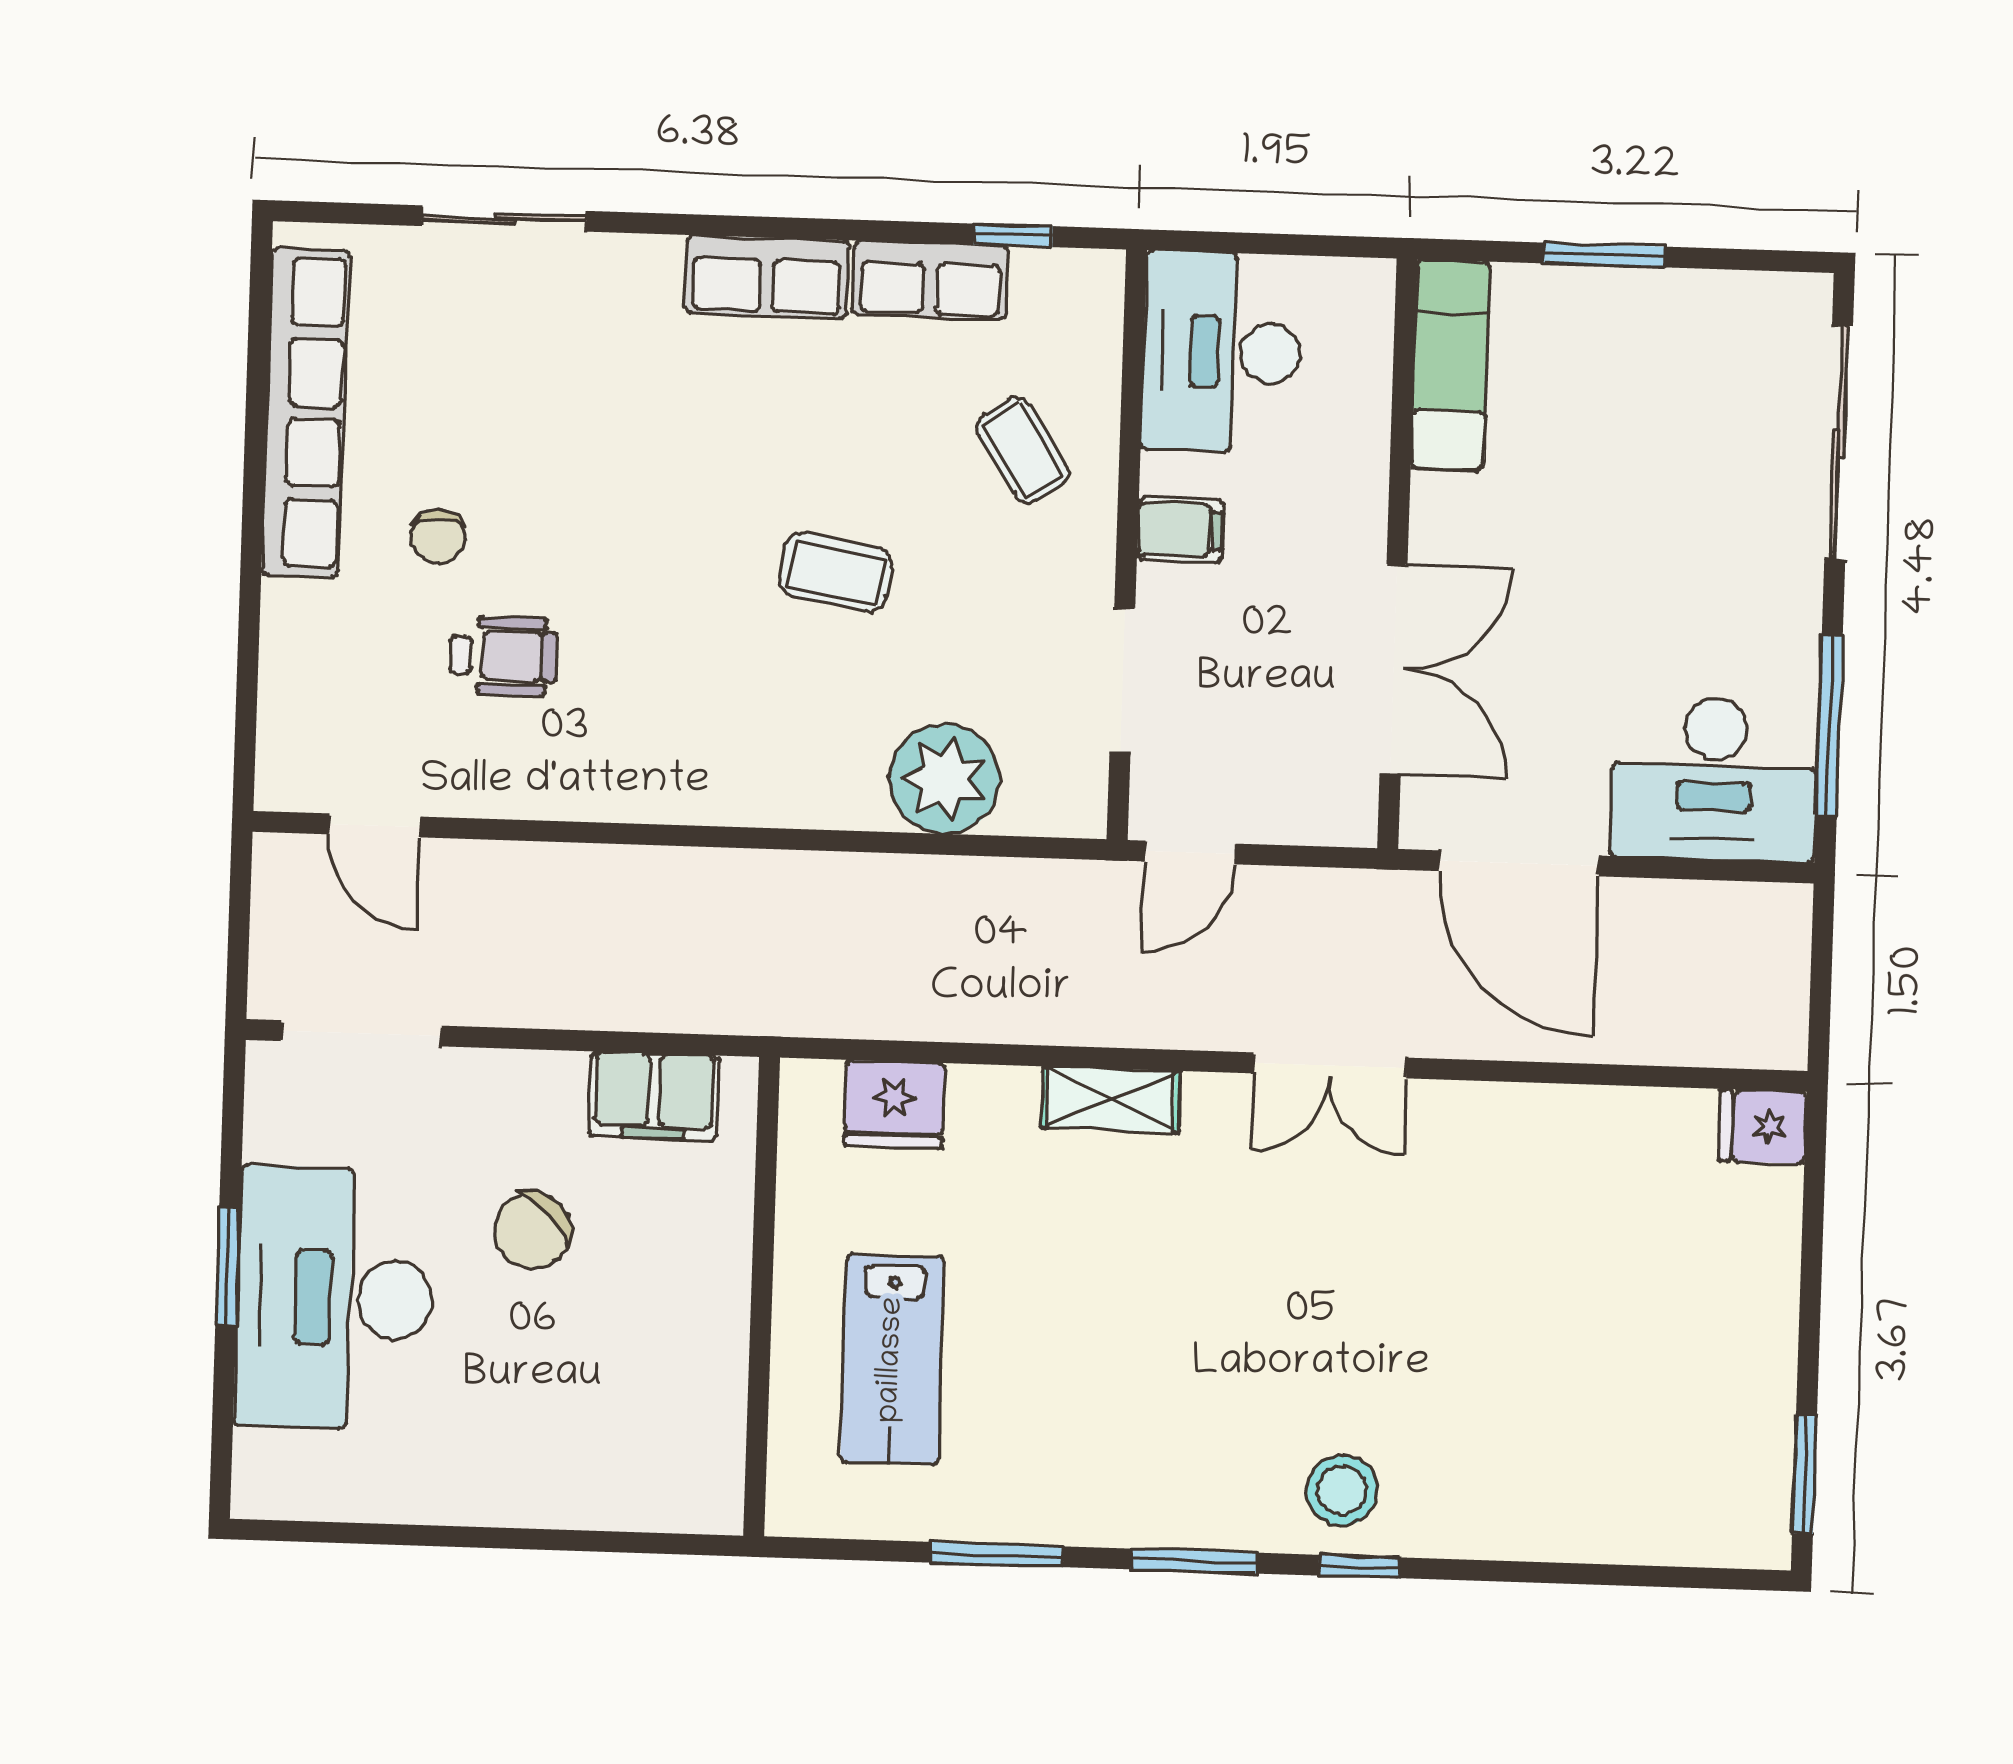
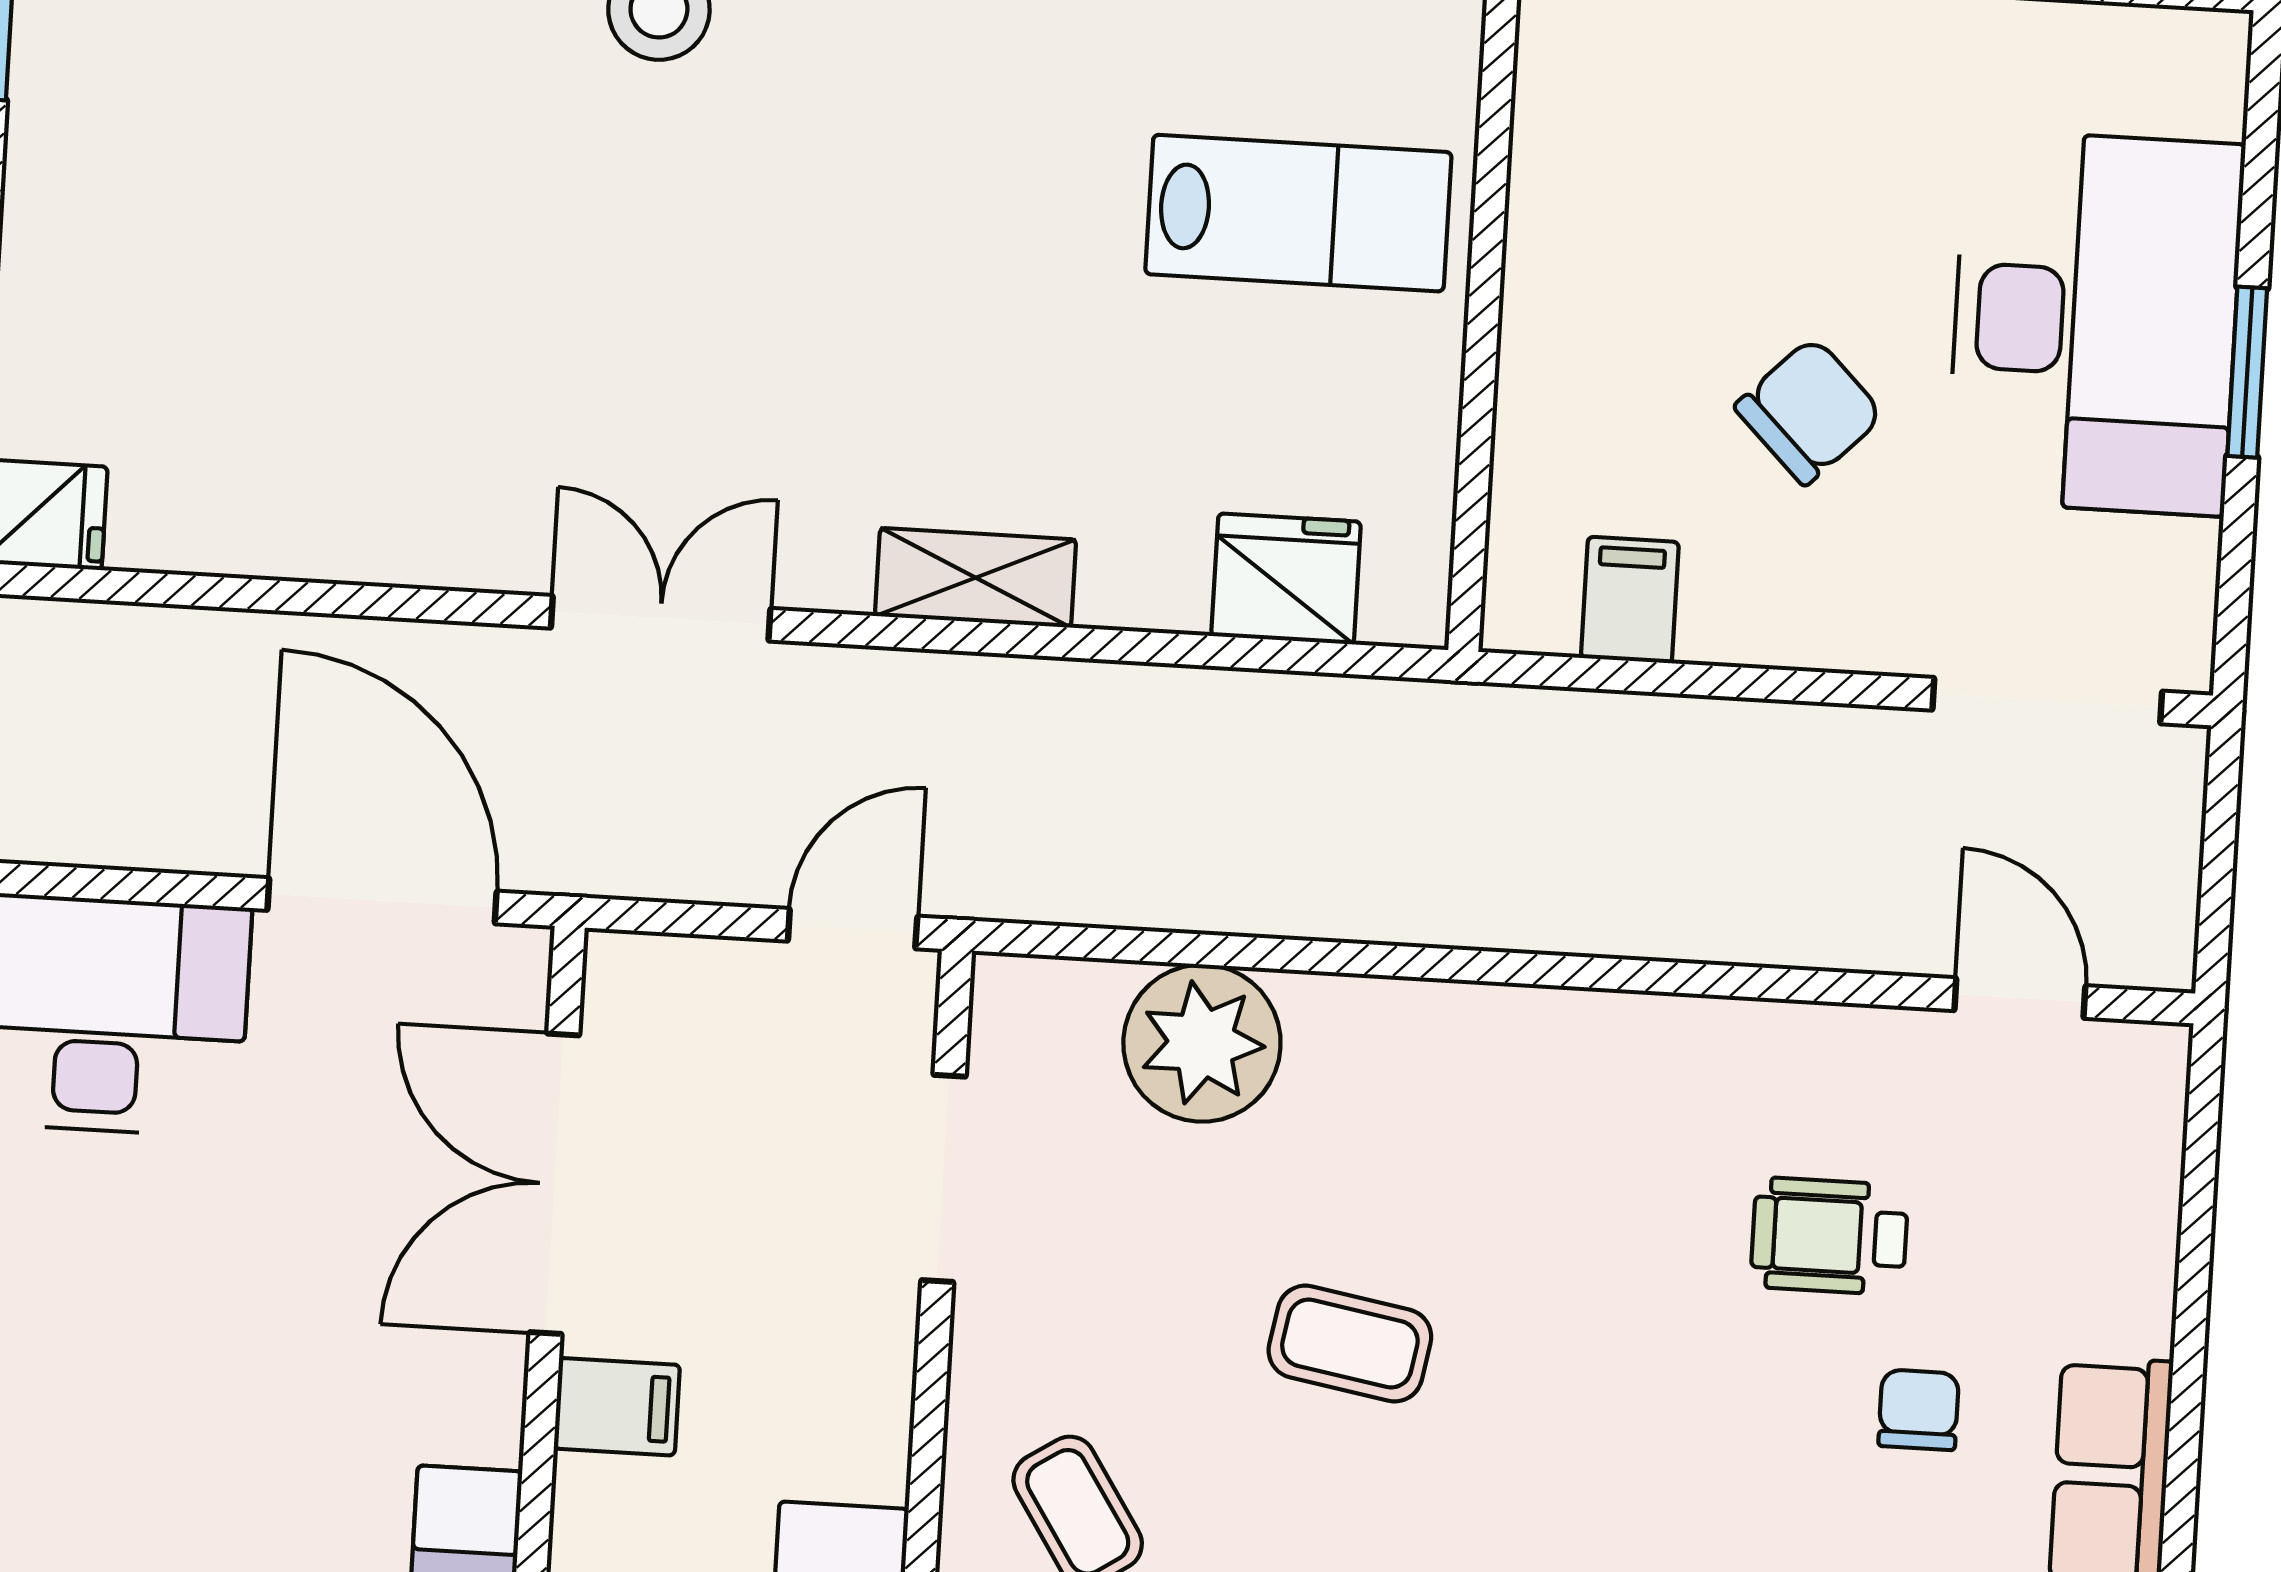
filing cabinet: (1180, 530) -> (617, 1407), moved, turned 180
filing cabinet: (654, 1096) -> (1630, 600), width x0.50
lab bench: (892, 1360) -> (1298, 213), turned 90

